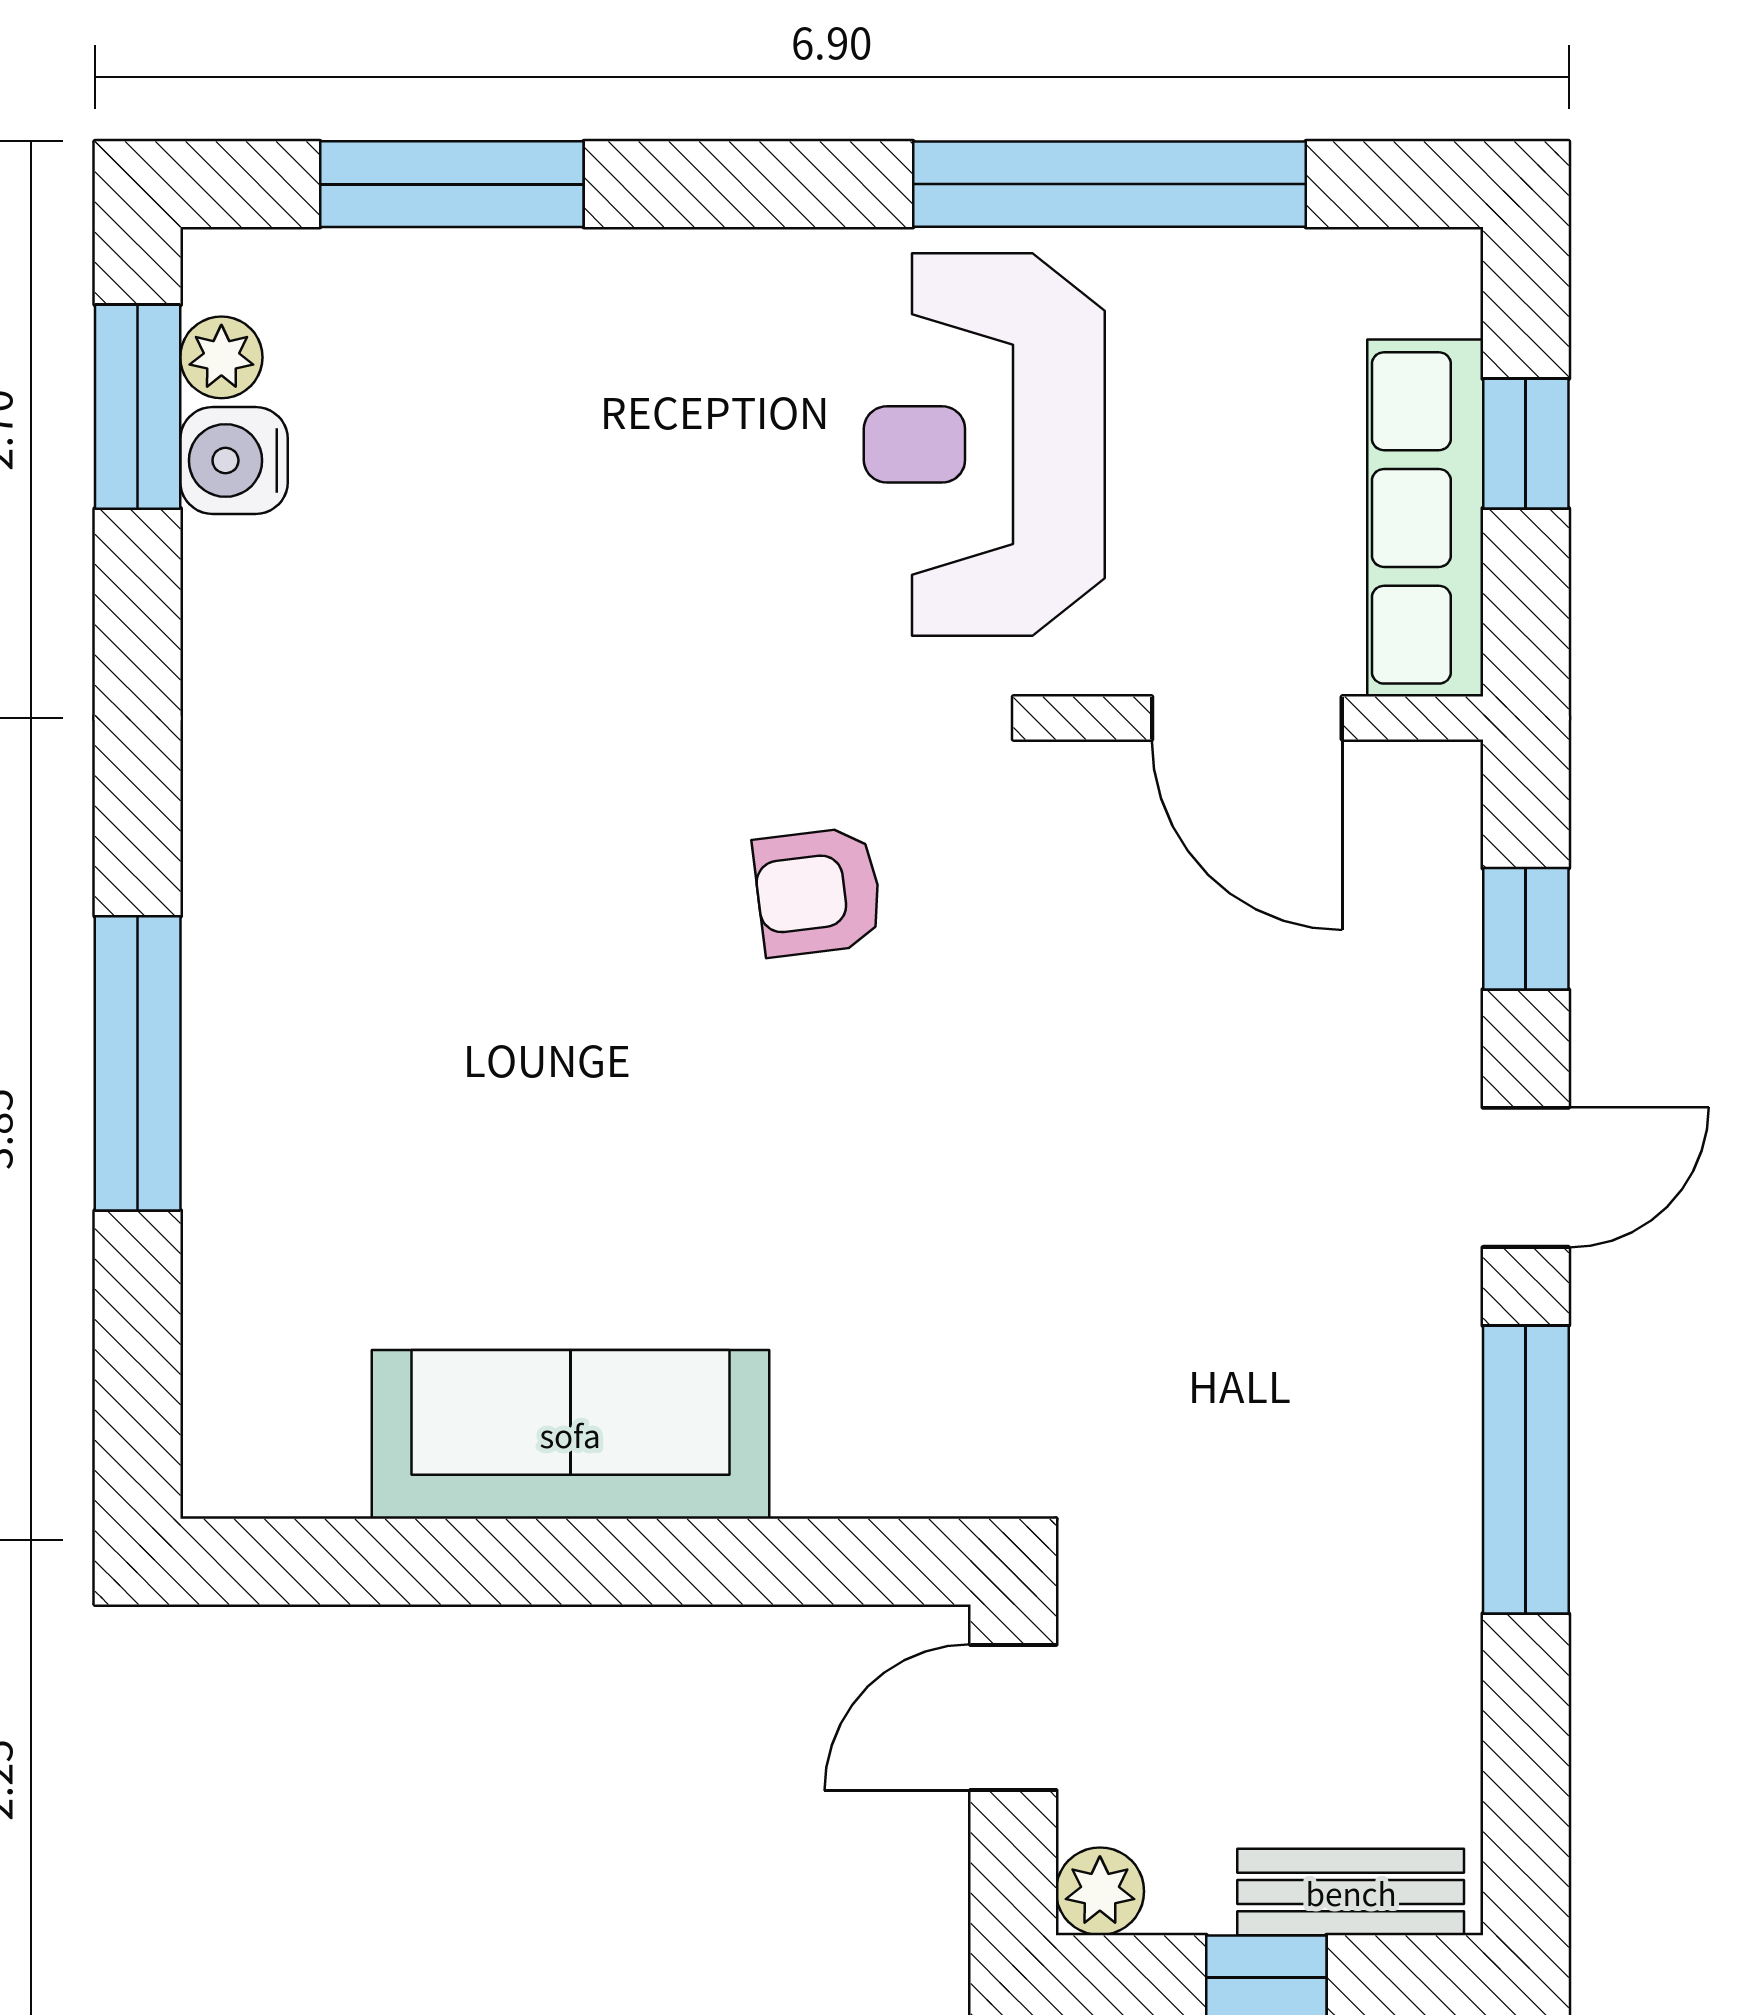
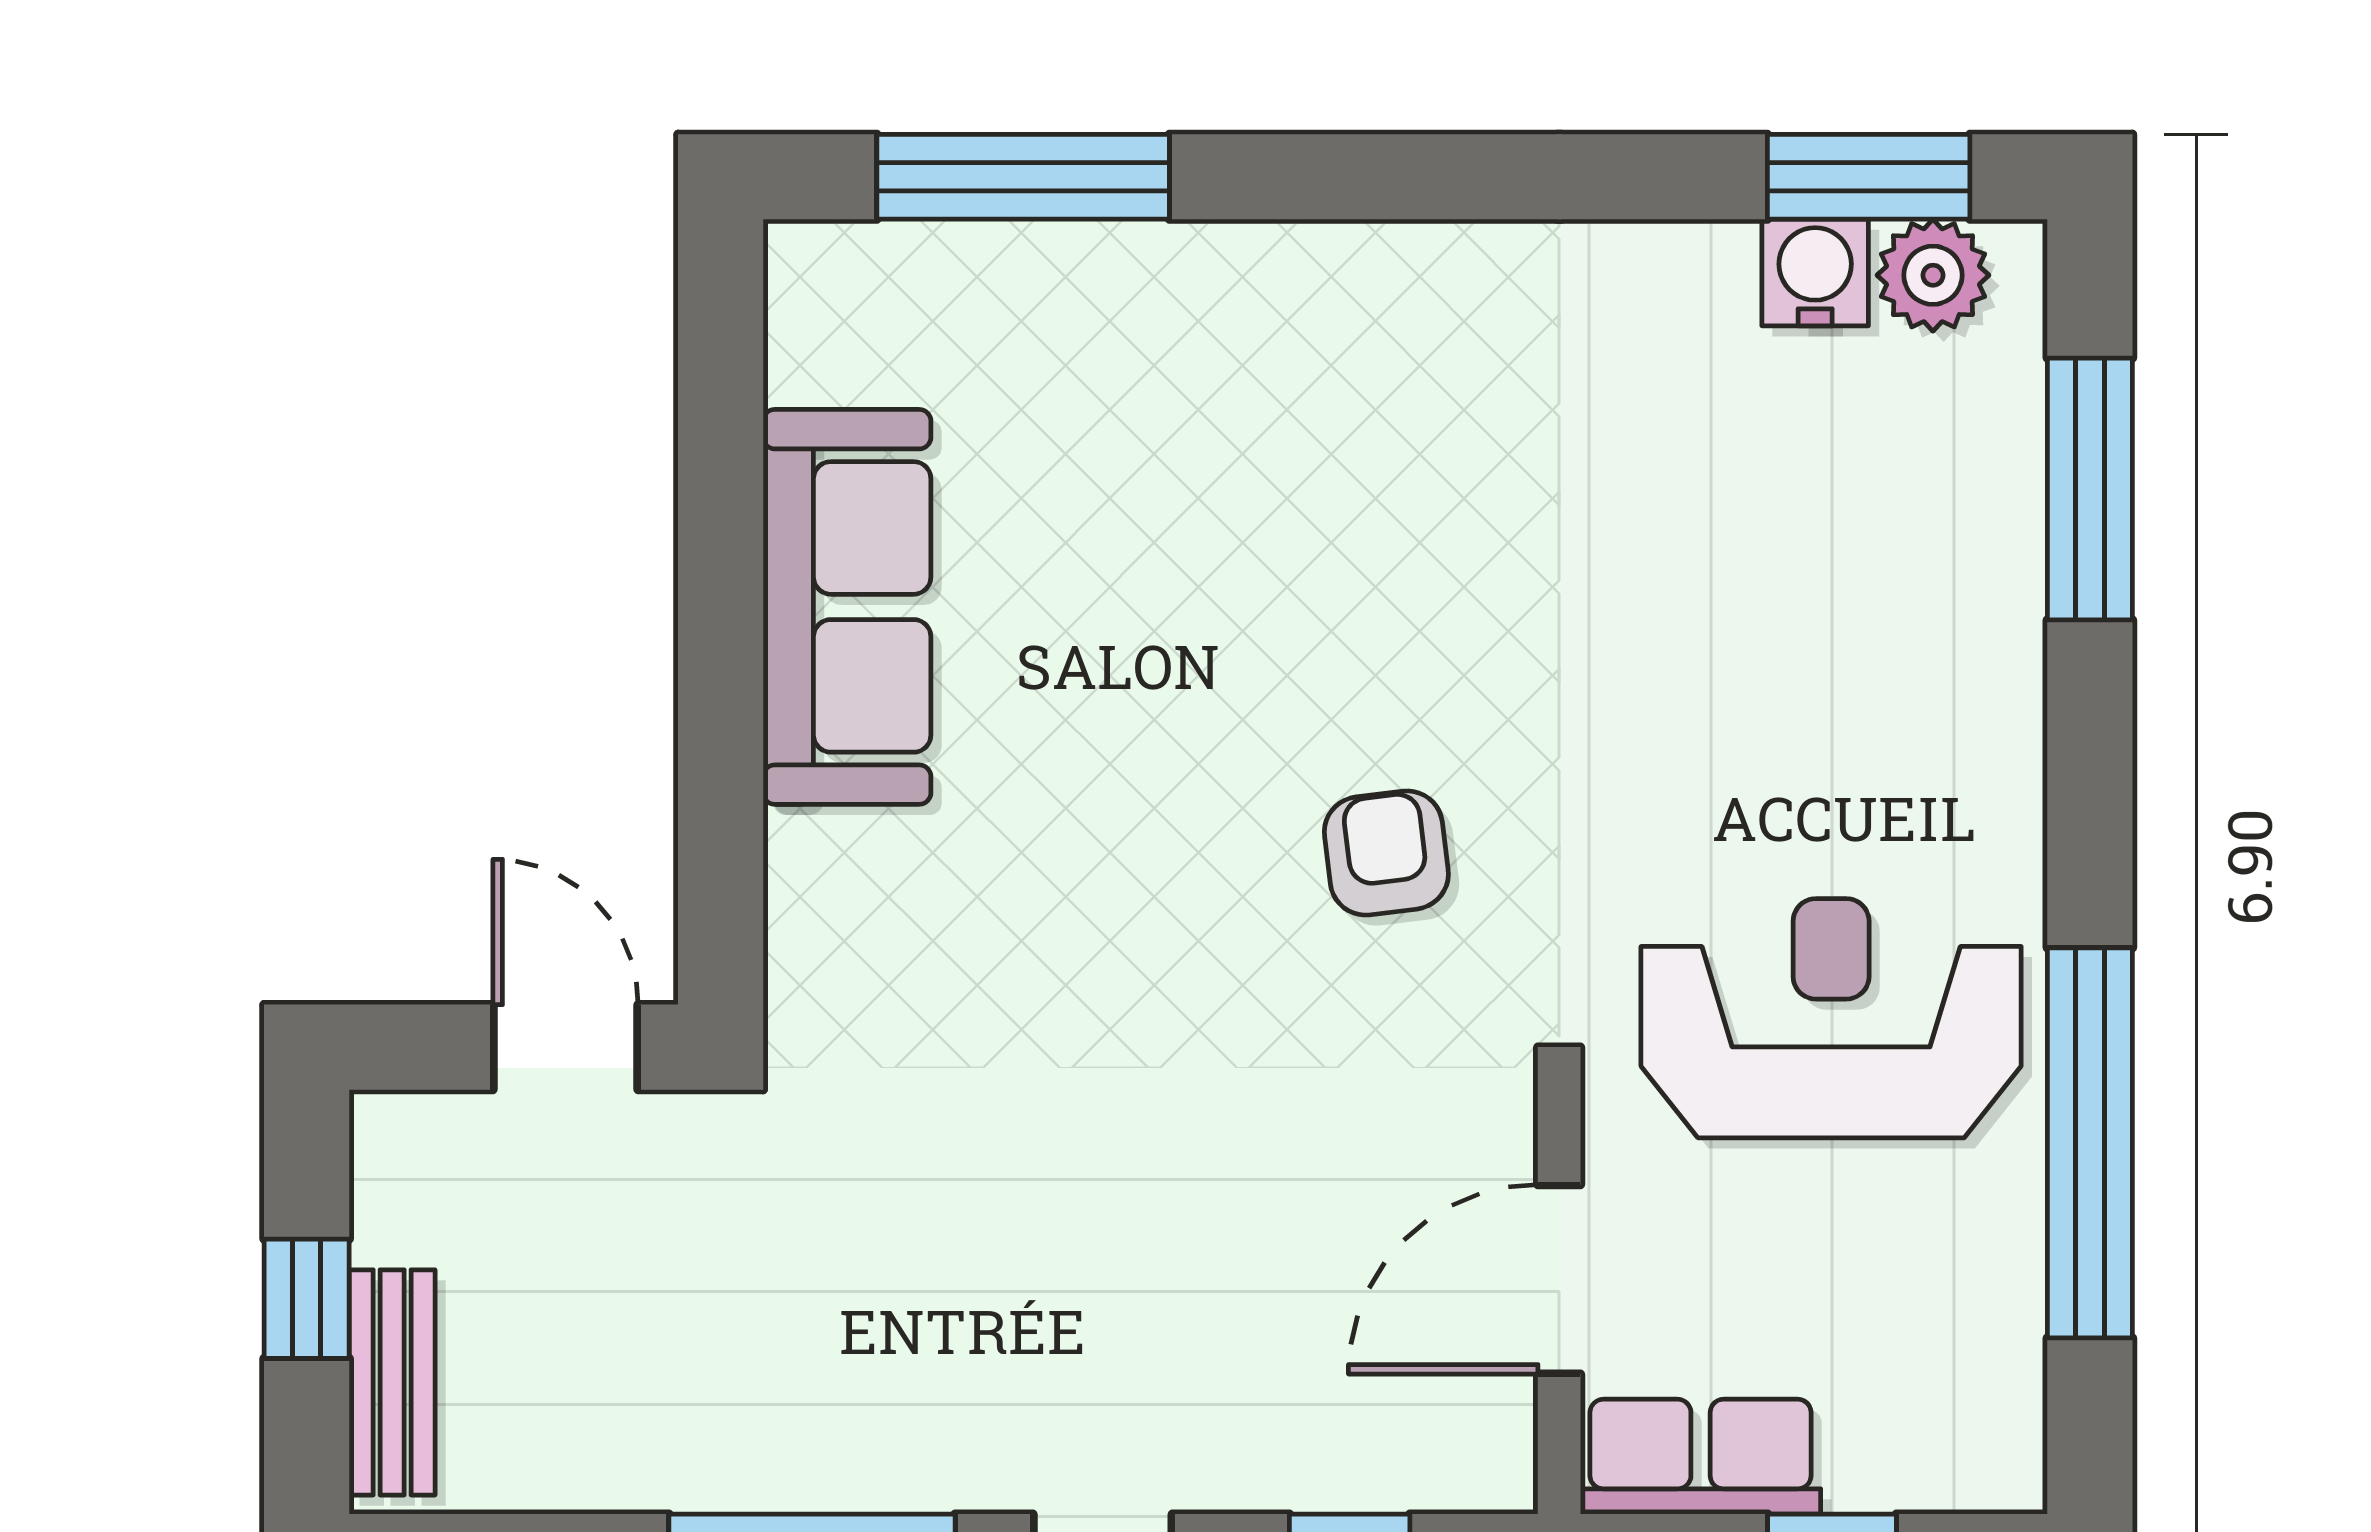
plant: (221, 357) -> (1933, 275), width x1.38, depth x1.38
row of seats: (1425, 518) -> (1701, 1457), width x0.68
window: (138, 1063) -> (1023, 177), moved
plant: (1100, 1891) -> (393, 1133), removed

